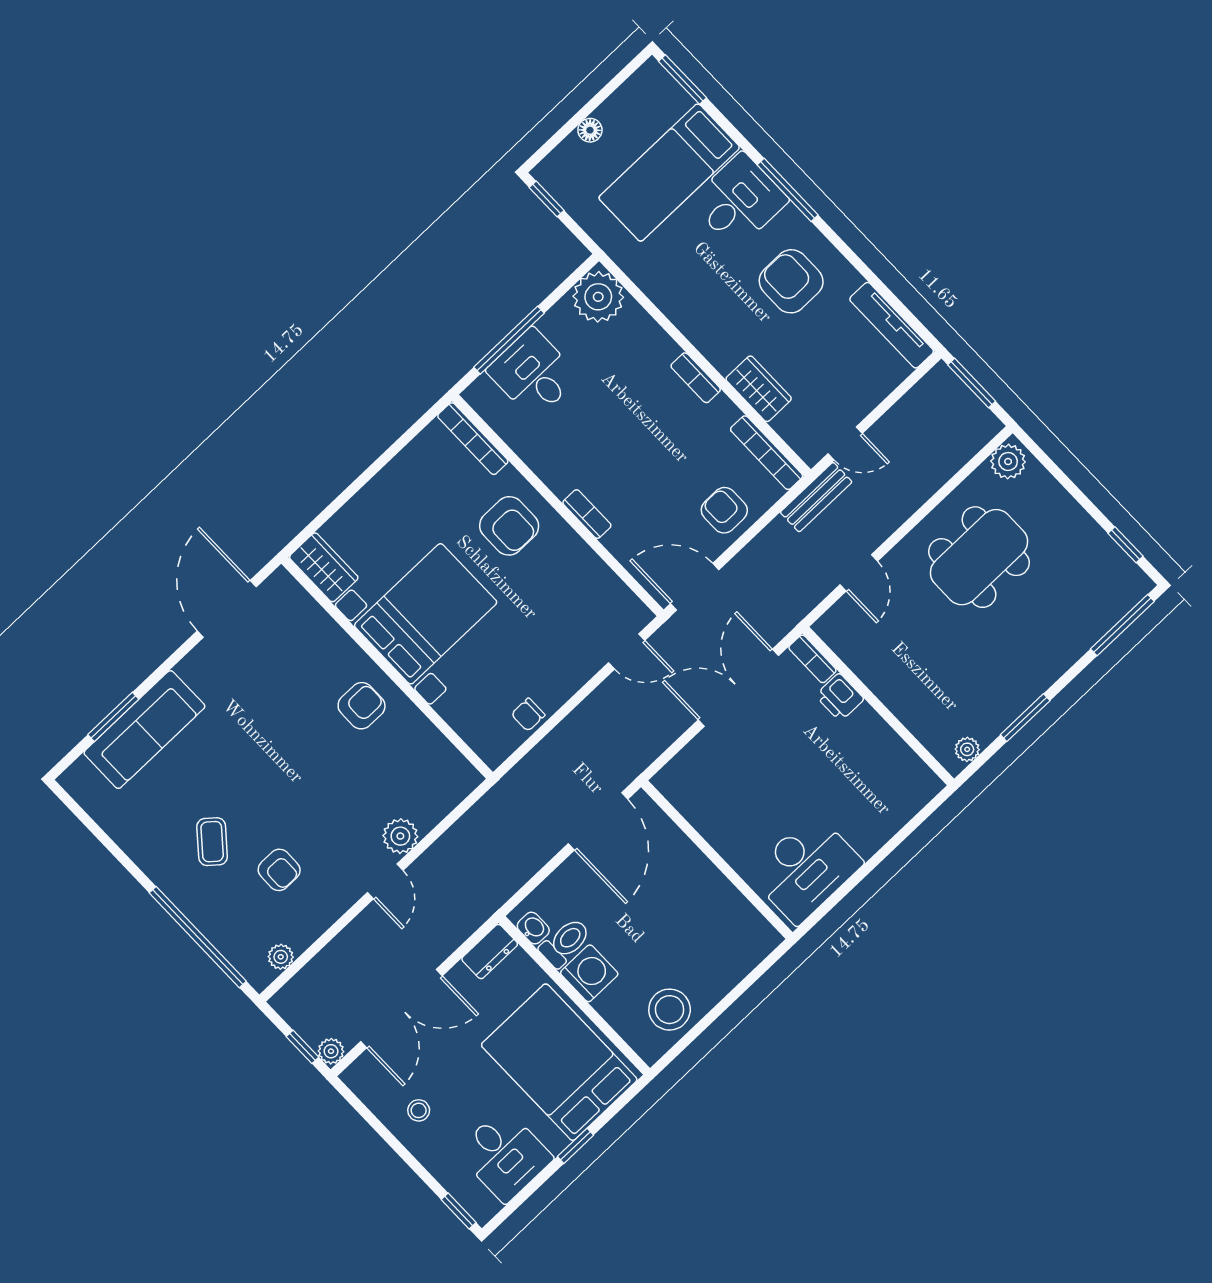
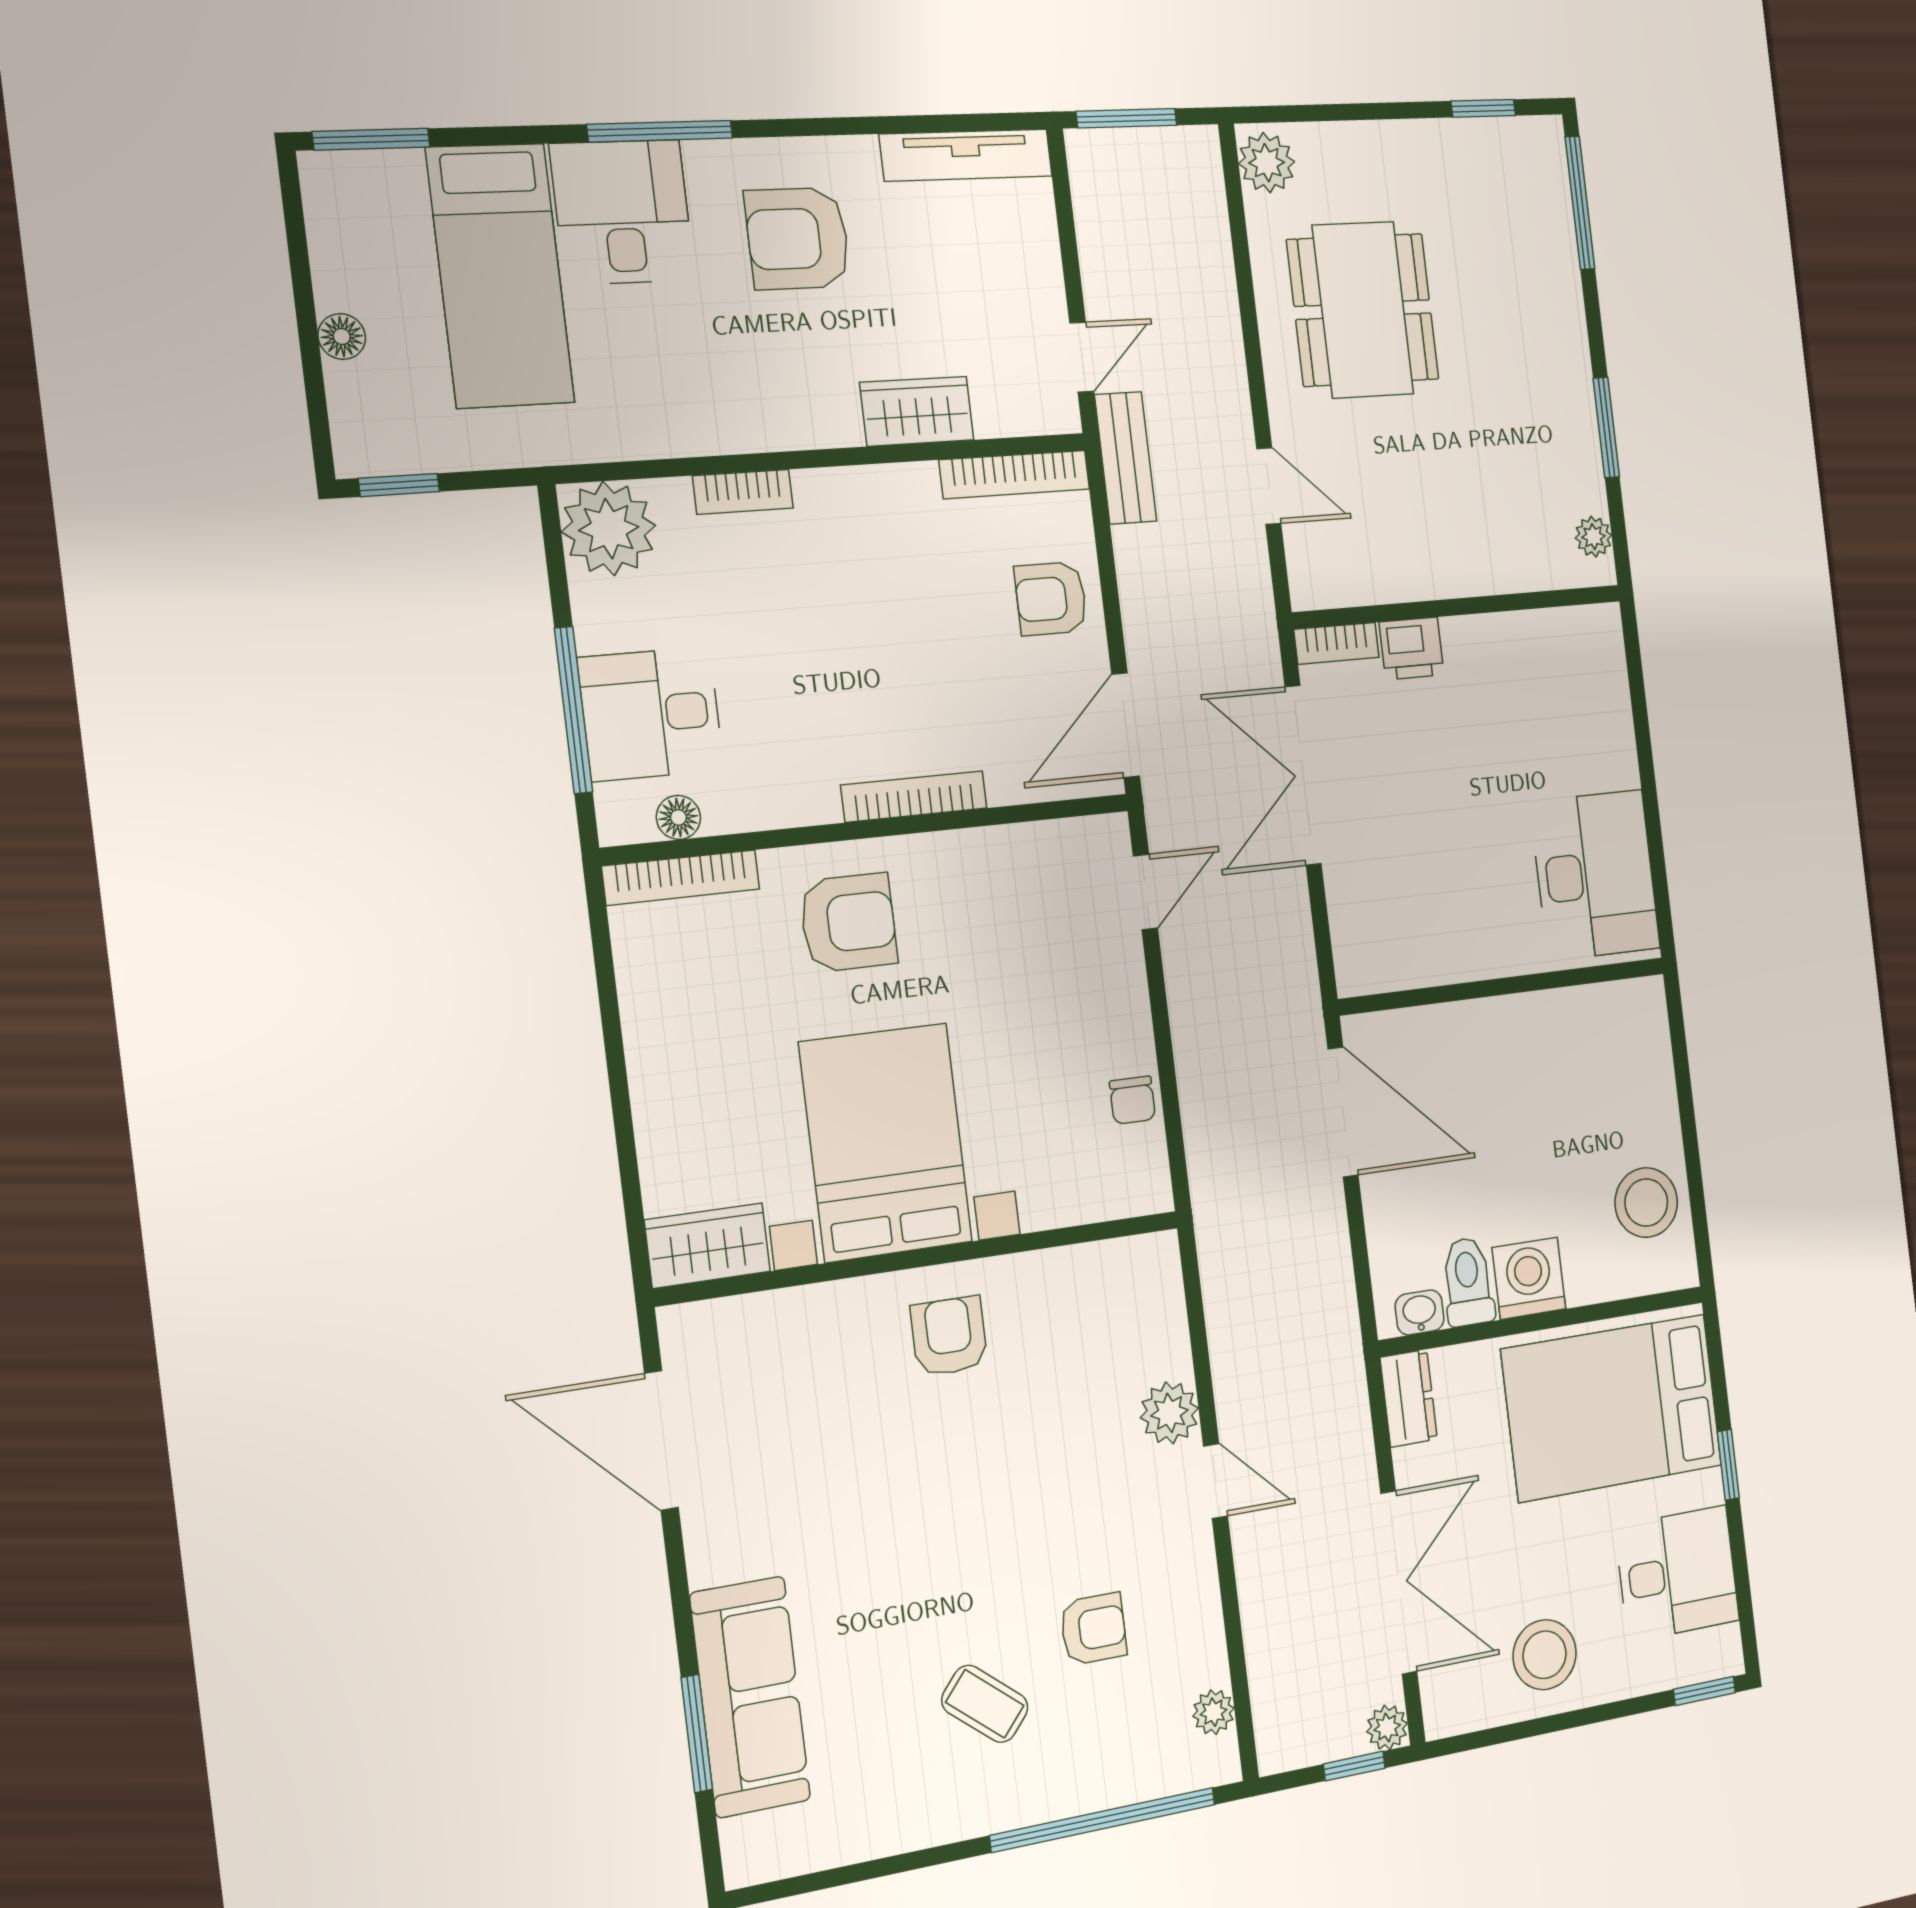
bookcase: (696, 378) -> (743, 492), moved
floor lamp: (498, 418) -> (678, 817), added
bookcase: (587, 514) -> (914, 797), width x1.56
stool: (419, 1110) -> (1545, 1655), width x1.89, depth x1.89

